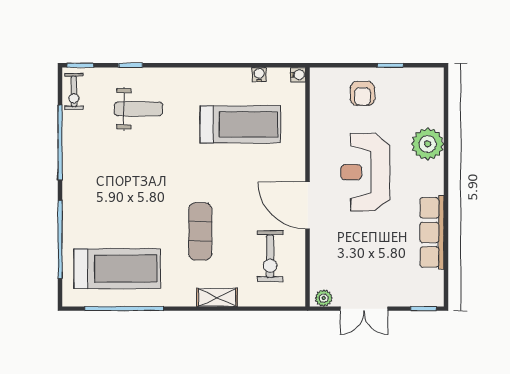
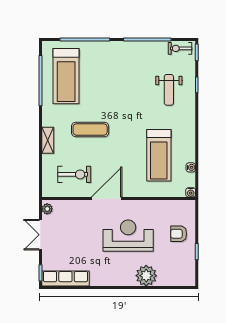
row of seats: (432, 232) -> (65, 278), moved
exercise bike: (270, 256) -> (74, 174), turned 180

